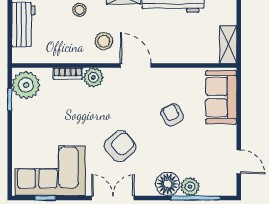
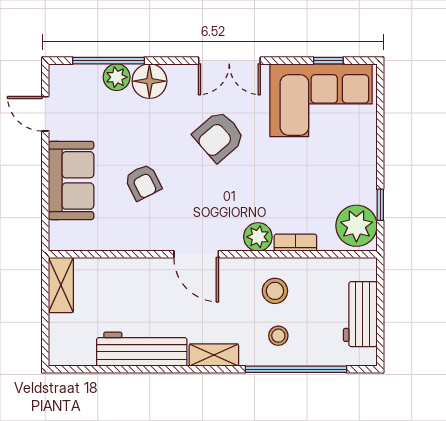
stool: (104, 41) -> (275, 291), moved
sofa: (221, 97) -> (71, 180), moved

